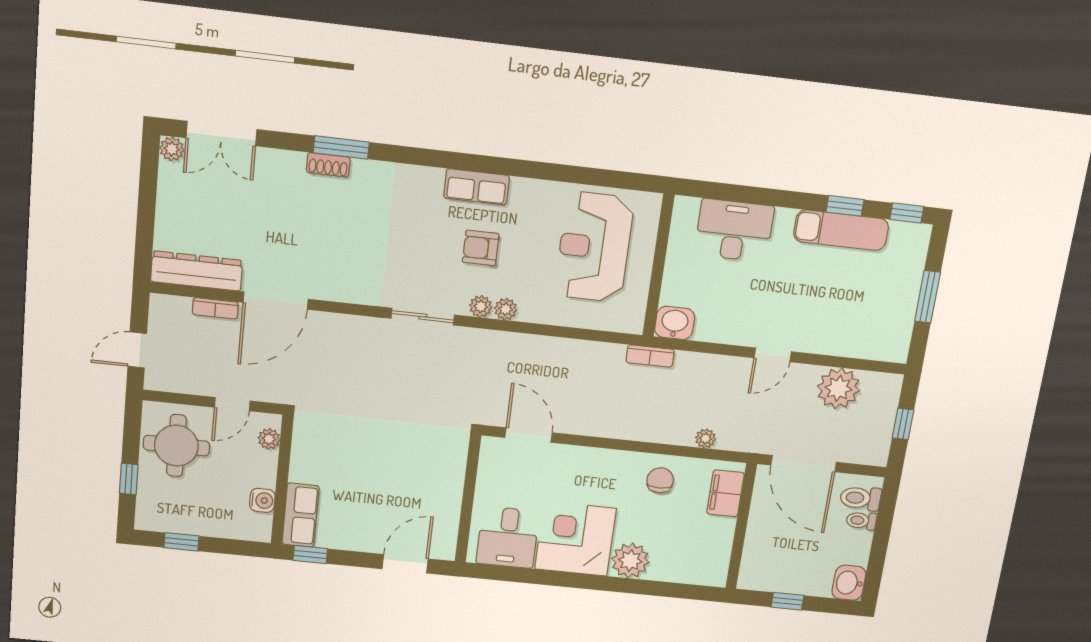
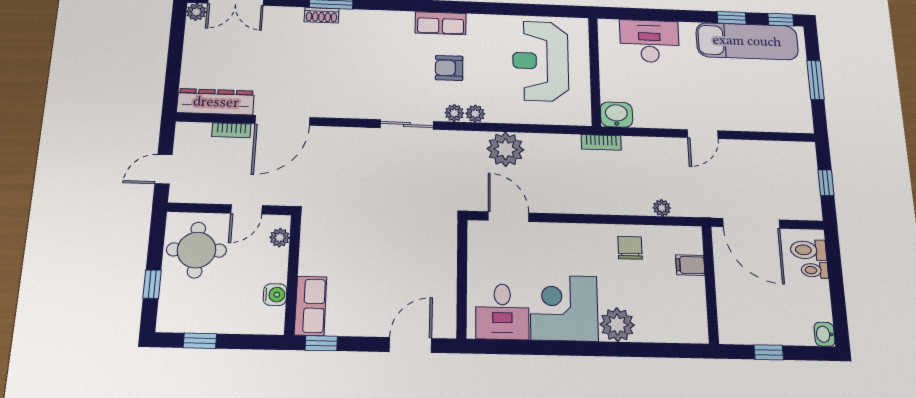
exam couch: (841, 230) -> (747, 41), width x1.36, depth x1.45
plant: (838, 388) -> (505, 149), moved
filing cabinet: (725, 493) -> (690, 265), width x0.50
washbasin: (849, 583) -> (824, 334), width x0.72, depth x0.69

